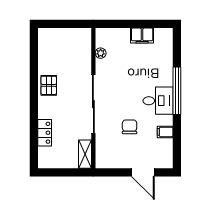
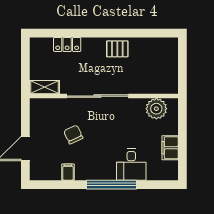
plant: (101, 53) -> (156, 109), width x1.88, depth x1.88
desk: (158, 101) -> (131, 165), moved
chair: (130, 127) -> (73, 134), turned -115

